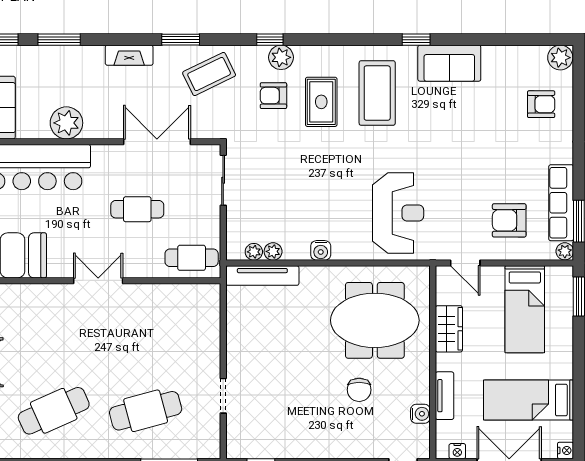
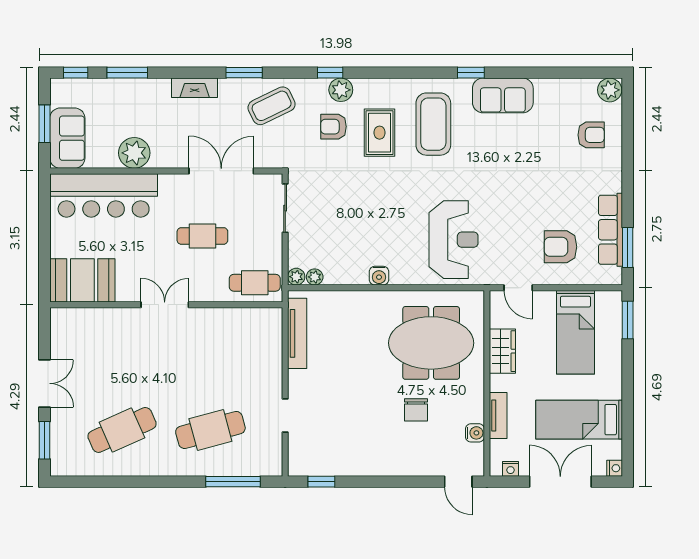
plant: (273, 251) -> (296, 277), moved
plant: (565, 251) -> (614, 276), removed
tv unit: (262, 276) -> (297, 333), moved, turned -90

